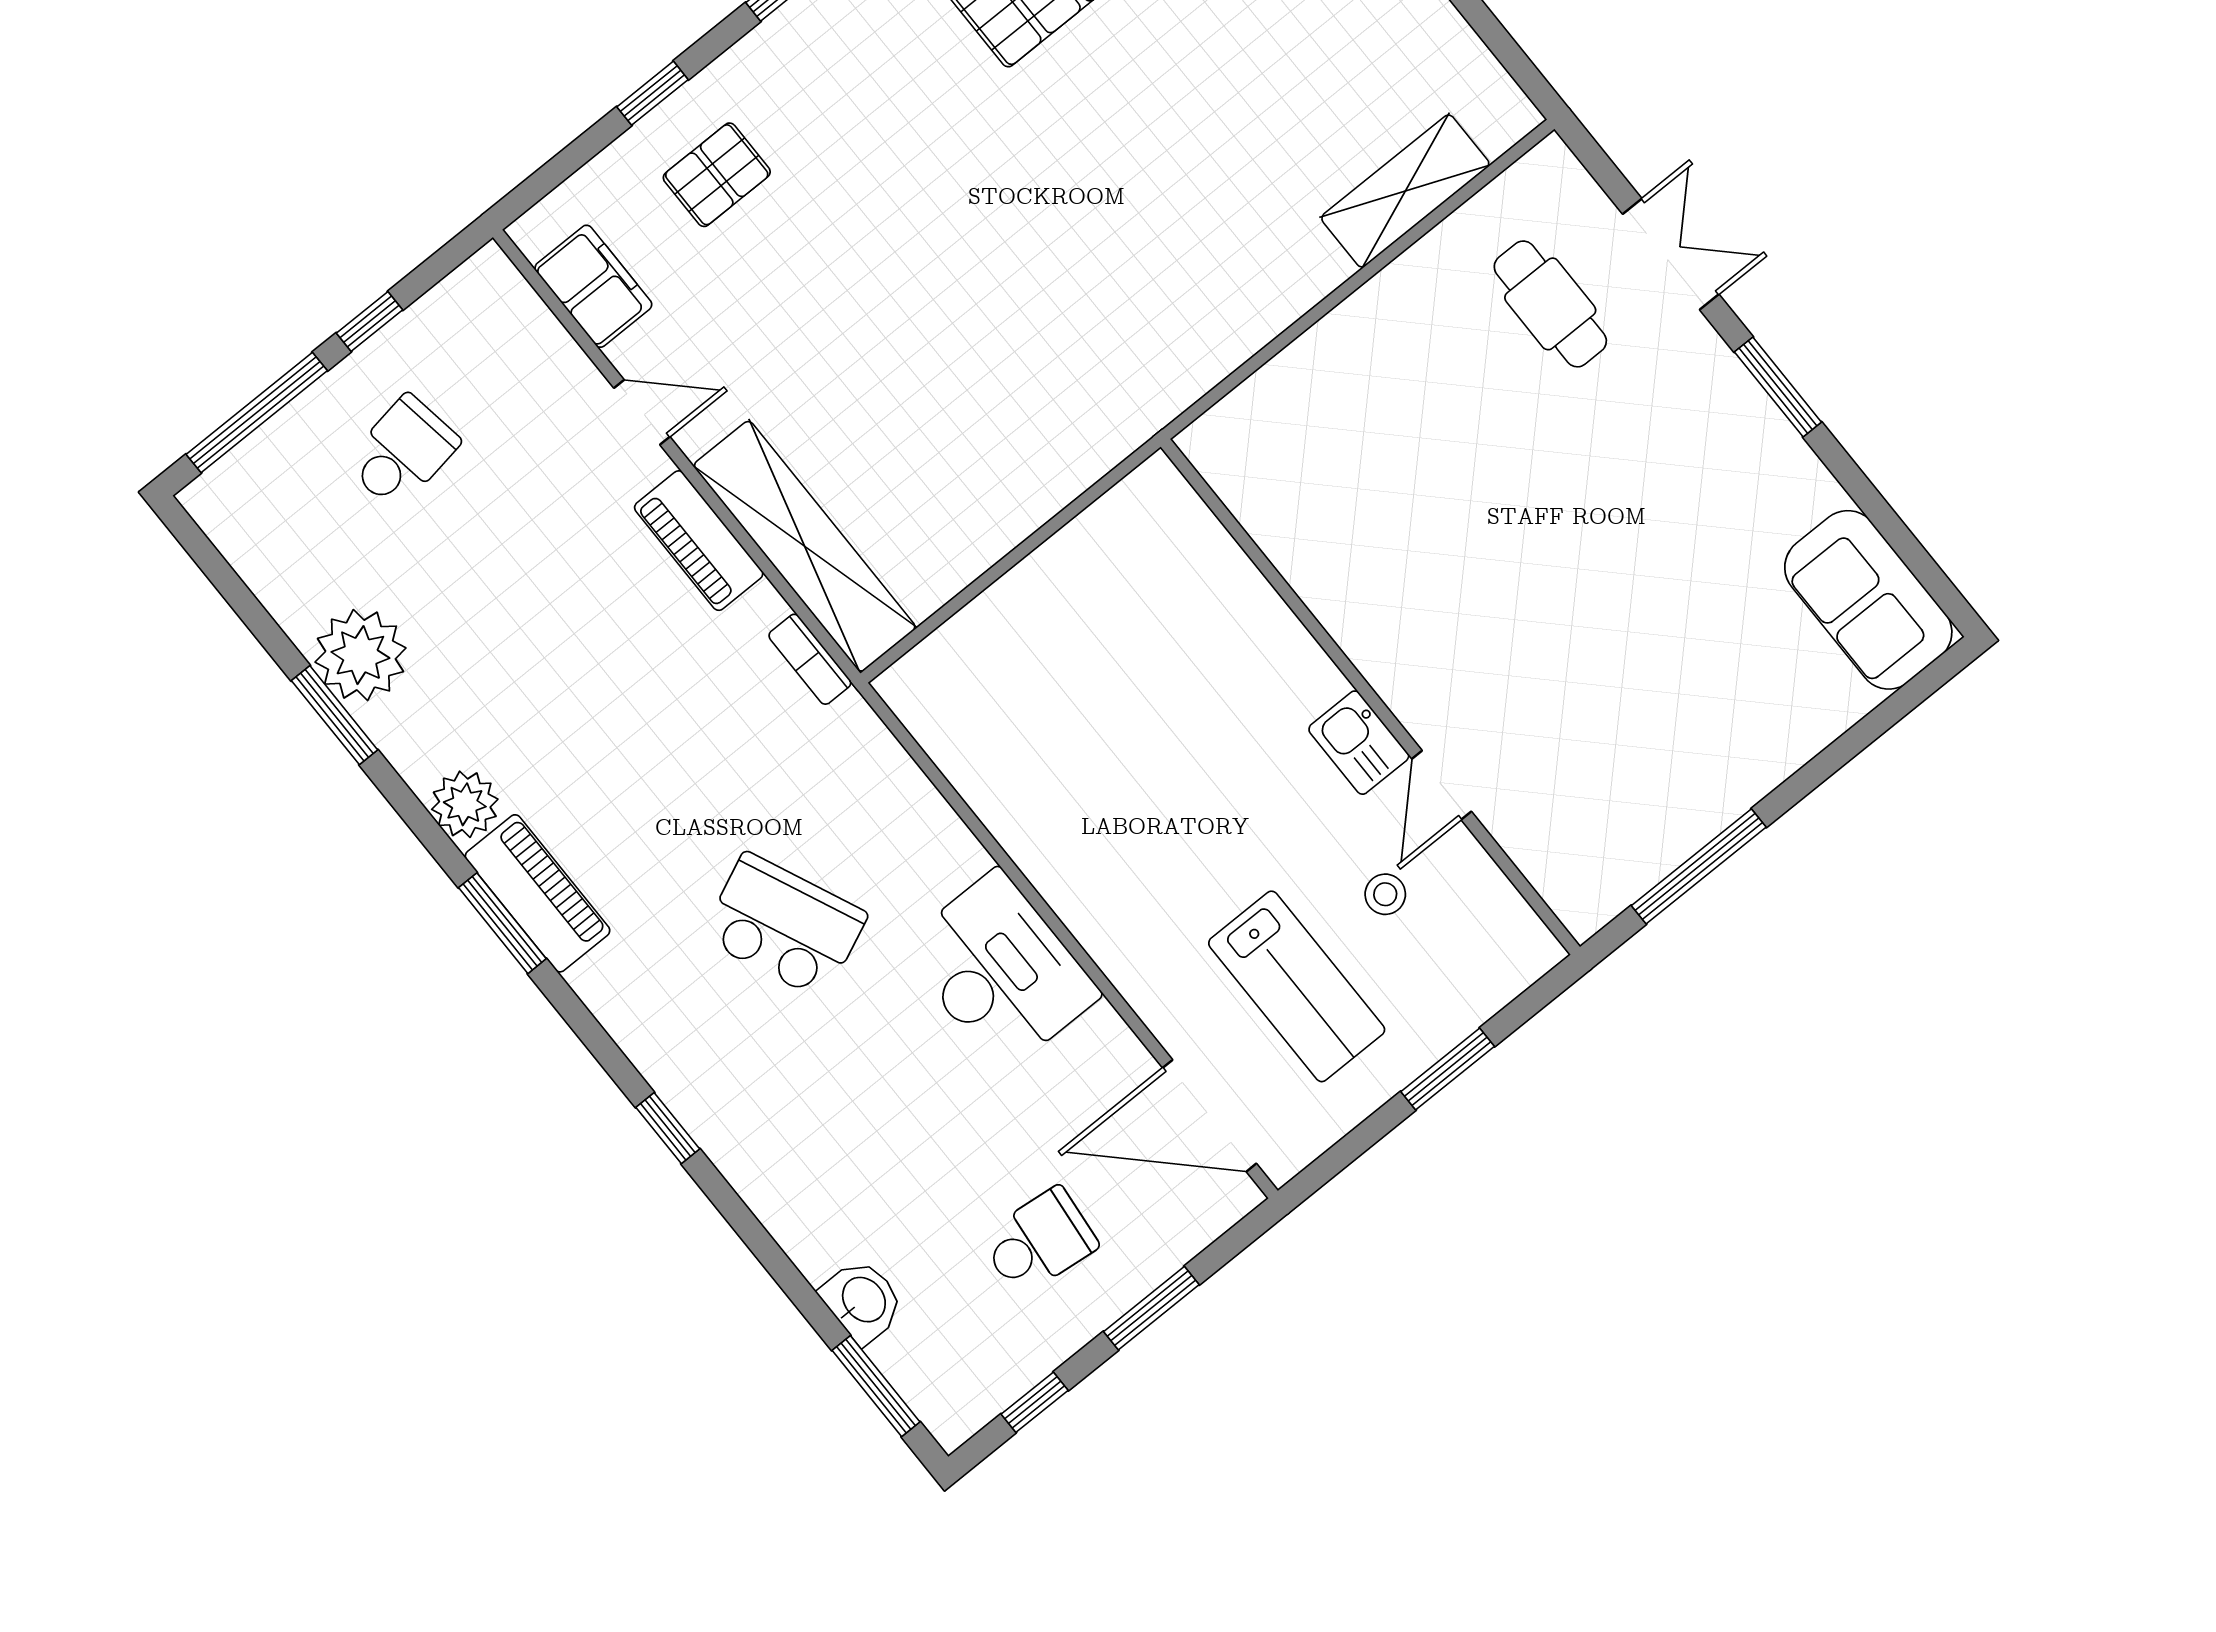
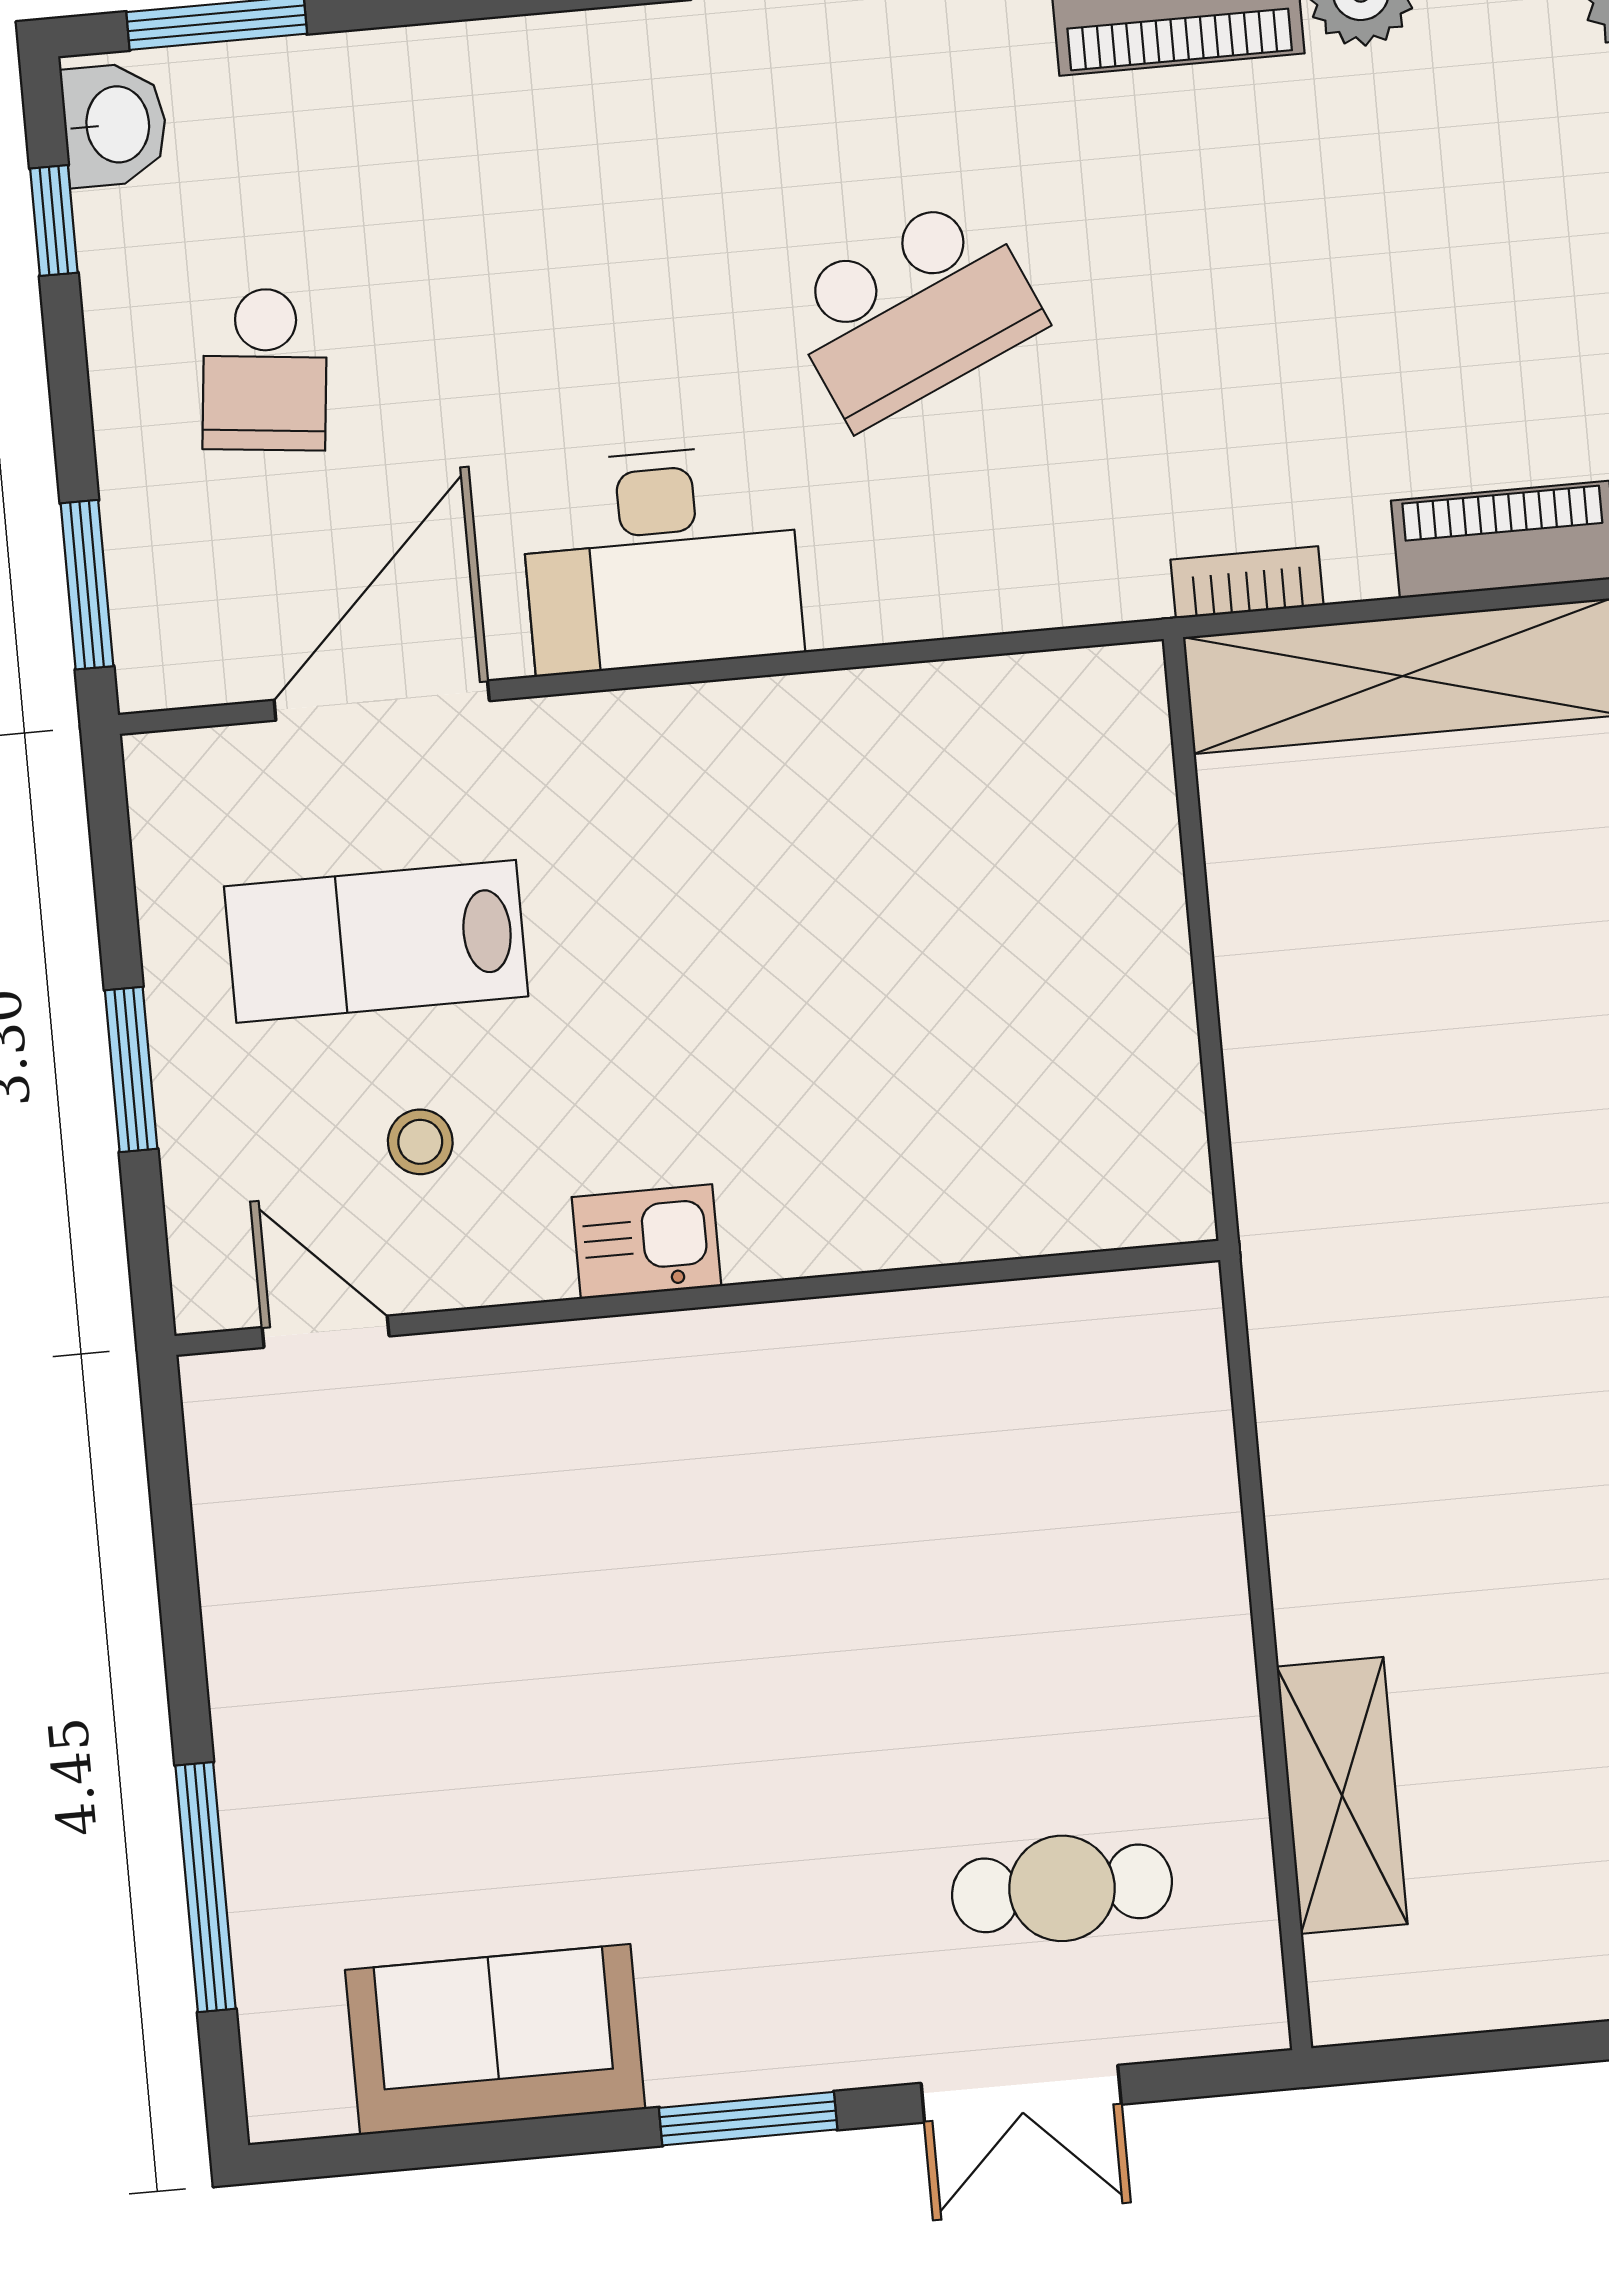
sofa: (1868, 600) -> (495, 2039), moved
door: (1442, 785) -> (326, 1332), moved
window: (1699, 866) -> (206, 1887), moved
door: (1210, 1116) -> (382, 700), moved
washbasin: (863, 1301) -> (115, 125), moved, turned -90
window: (1151, 1308) -> (87, 585), moved

